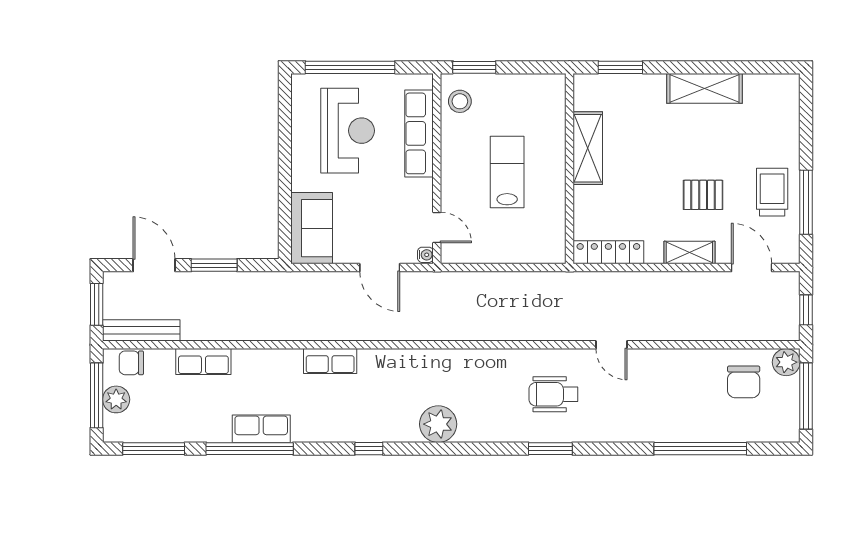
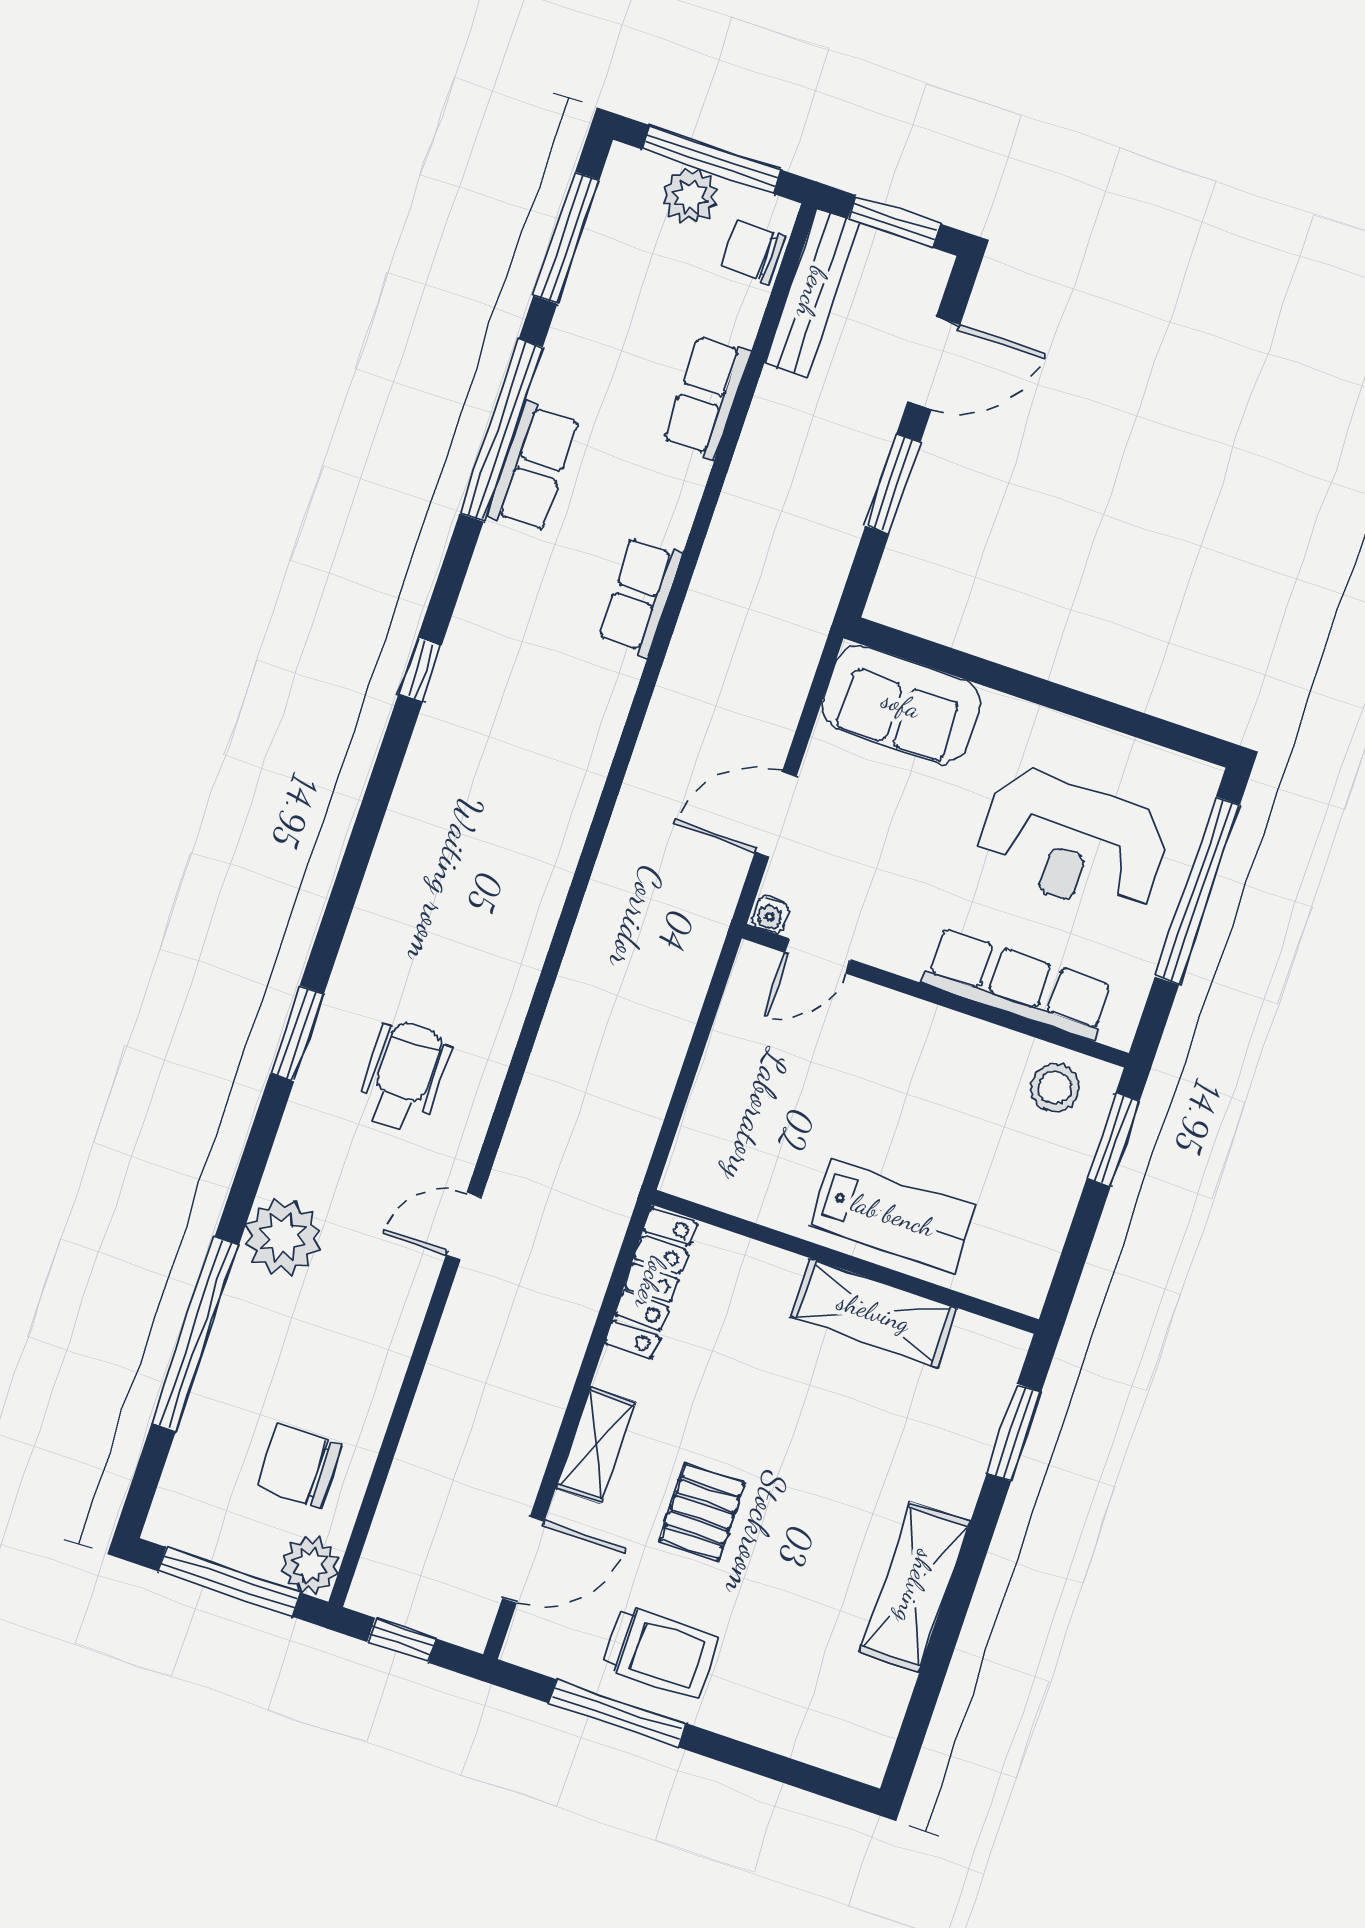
lab bench: (507, 172) -> (893, 1215), moved
row of seats: (330, 361) -> (640, 596), moved
chair: (131, 363) -> (753, 251), turned -90
plant: (438, 424) -> (283, 1237), moved

